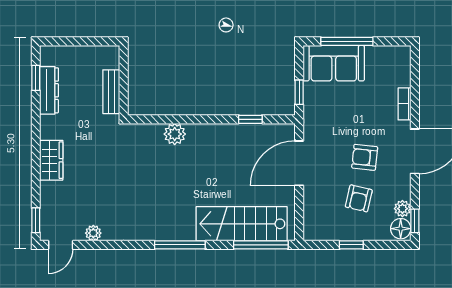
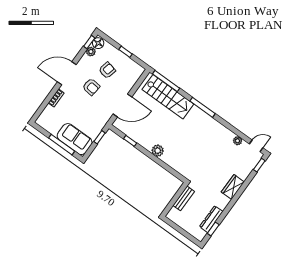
plant: (175, 134) -> (158, 151), moved

